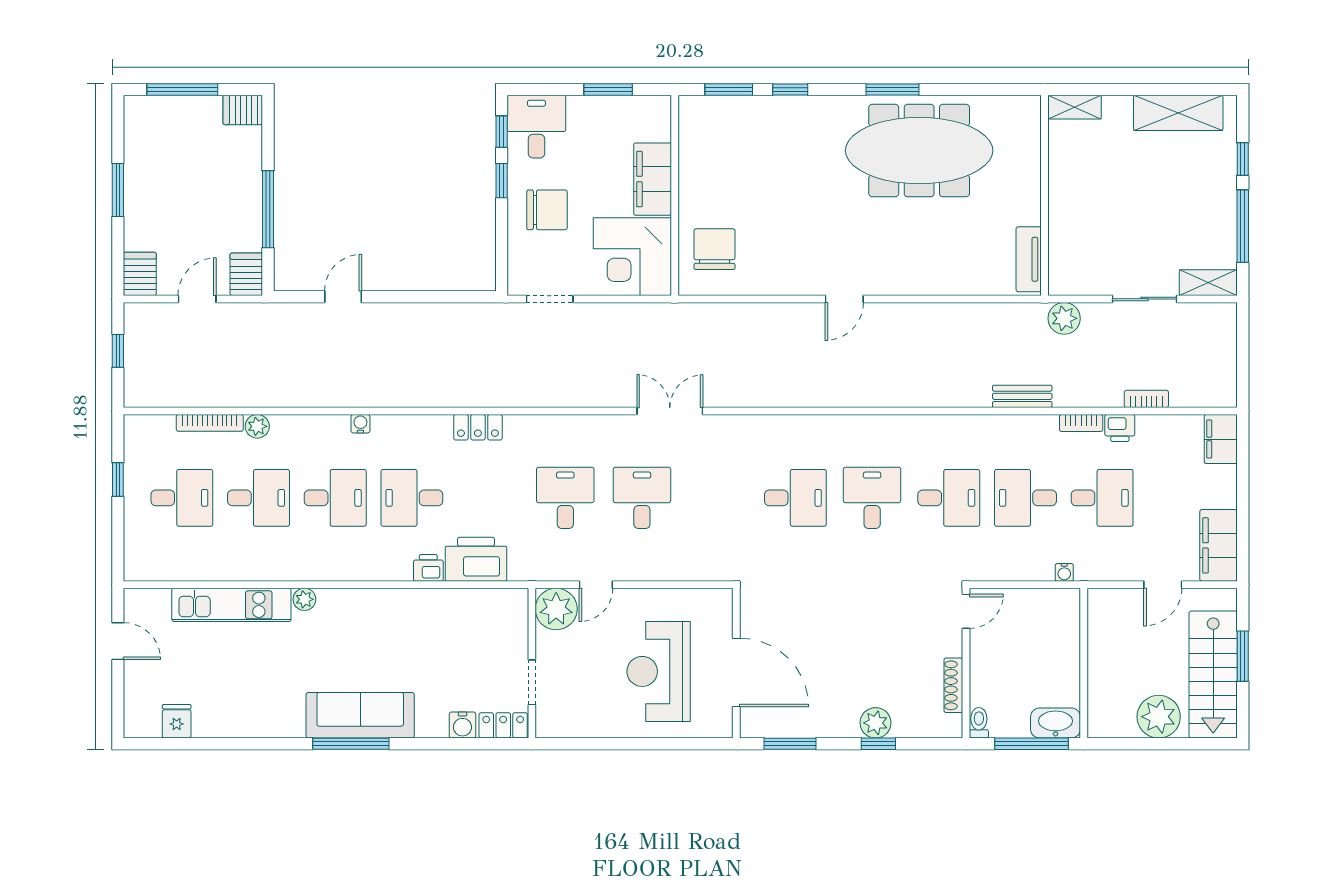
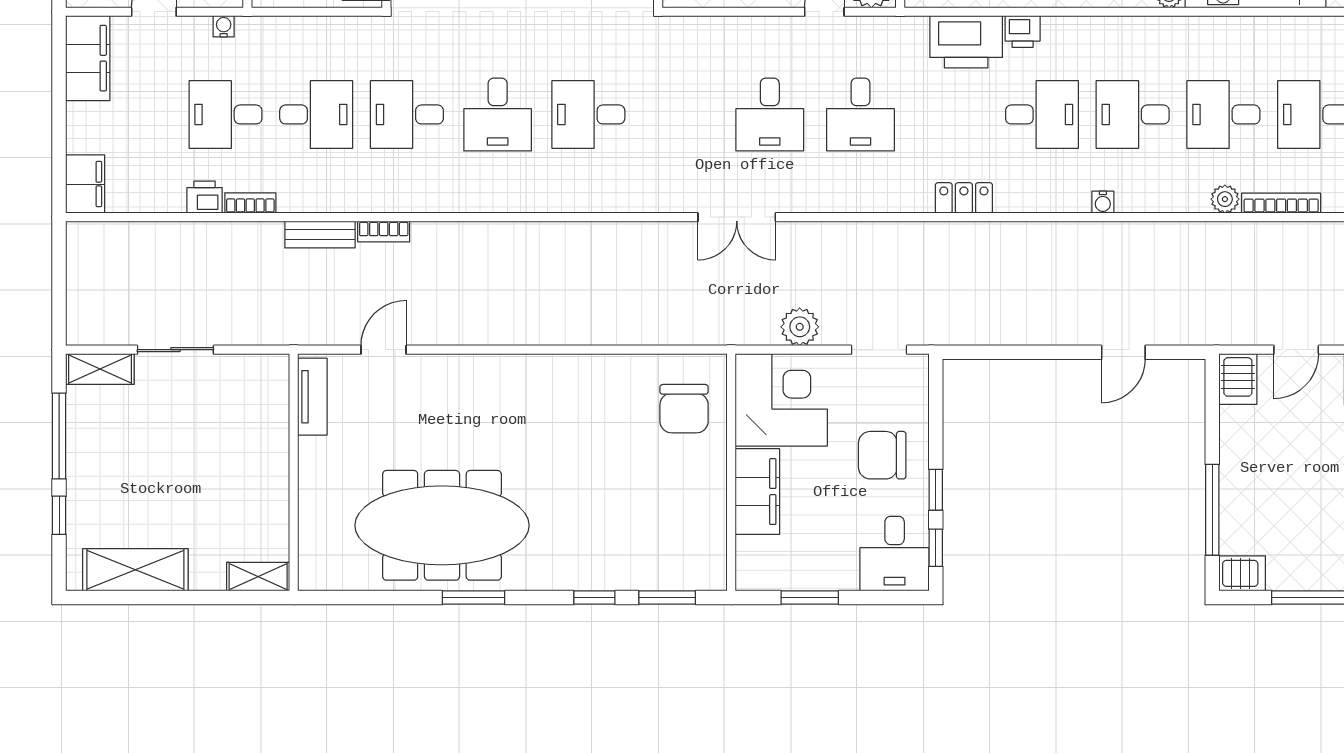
window: (268, 209) -> (1212, 510), moved
door: (844, 299) -> (384, 350), moved
plant: (1064, 318) -> (800, 327), moved
bookcase: (1146, 399) -> (384, 232), moved
water cooler: (1064, 572) -> (224, 26), moved

